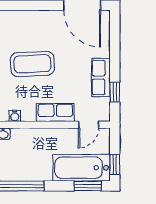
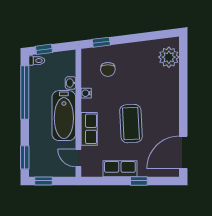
coffee table: (32, 64) -> (131, 124), moved
window: (115, 92) -> (139, 181), moved
bathtub: (81, 168) -> (64, 116), moved, turned 180

